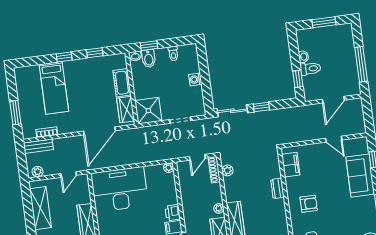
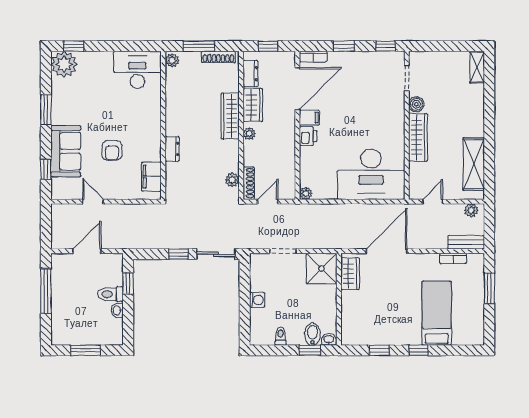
cot: (122, 83) -> (350, 308), removed
armchair: (309, 204) -> (112, 150), moved, turned -90

